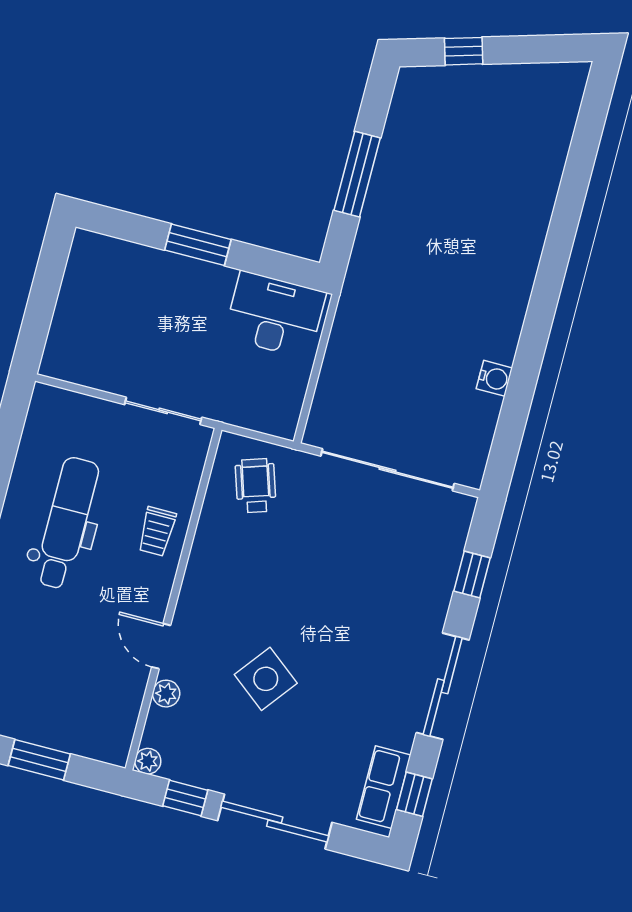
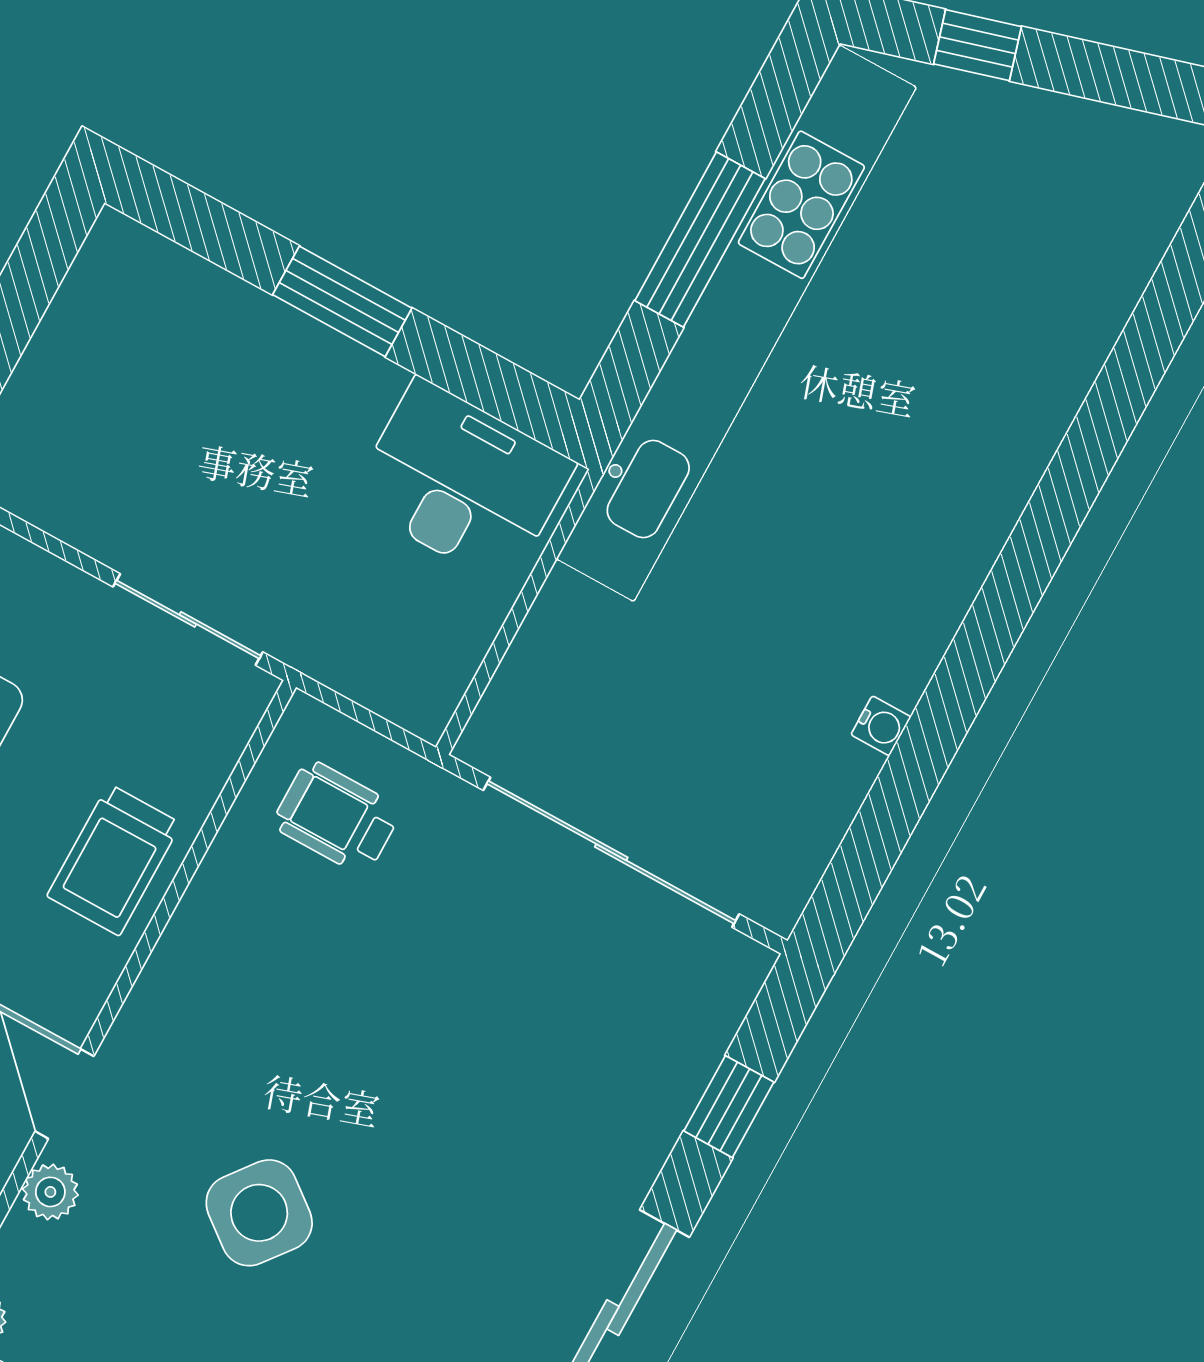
kitchen unit: (384, 209) -> (736, 323), added
water cooler: (494, 378) -> (881, 726), width x0.72, depth x0.72
wheelchair: (256, 486) -> (337, 817), turned -72
trolley: (157, 531) -> (114, 860), width x1.36, depth x1.39

